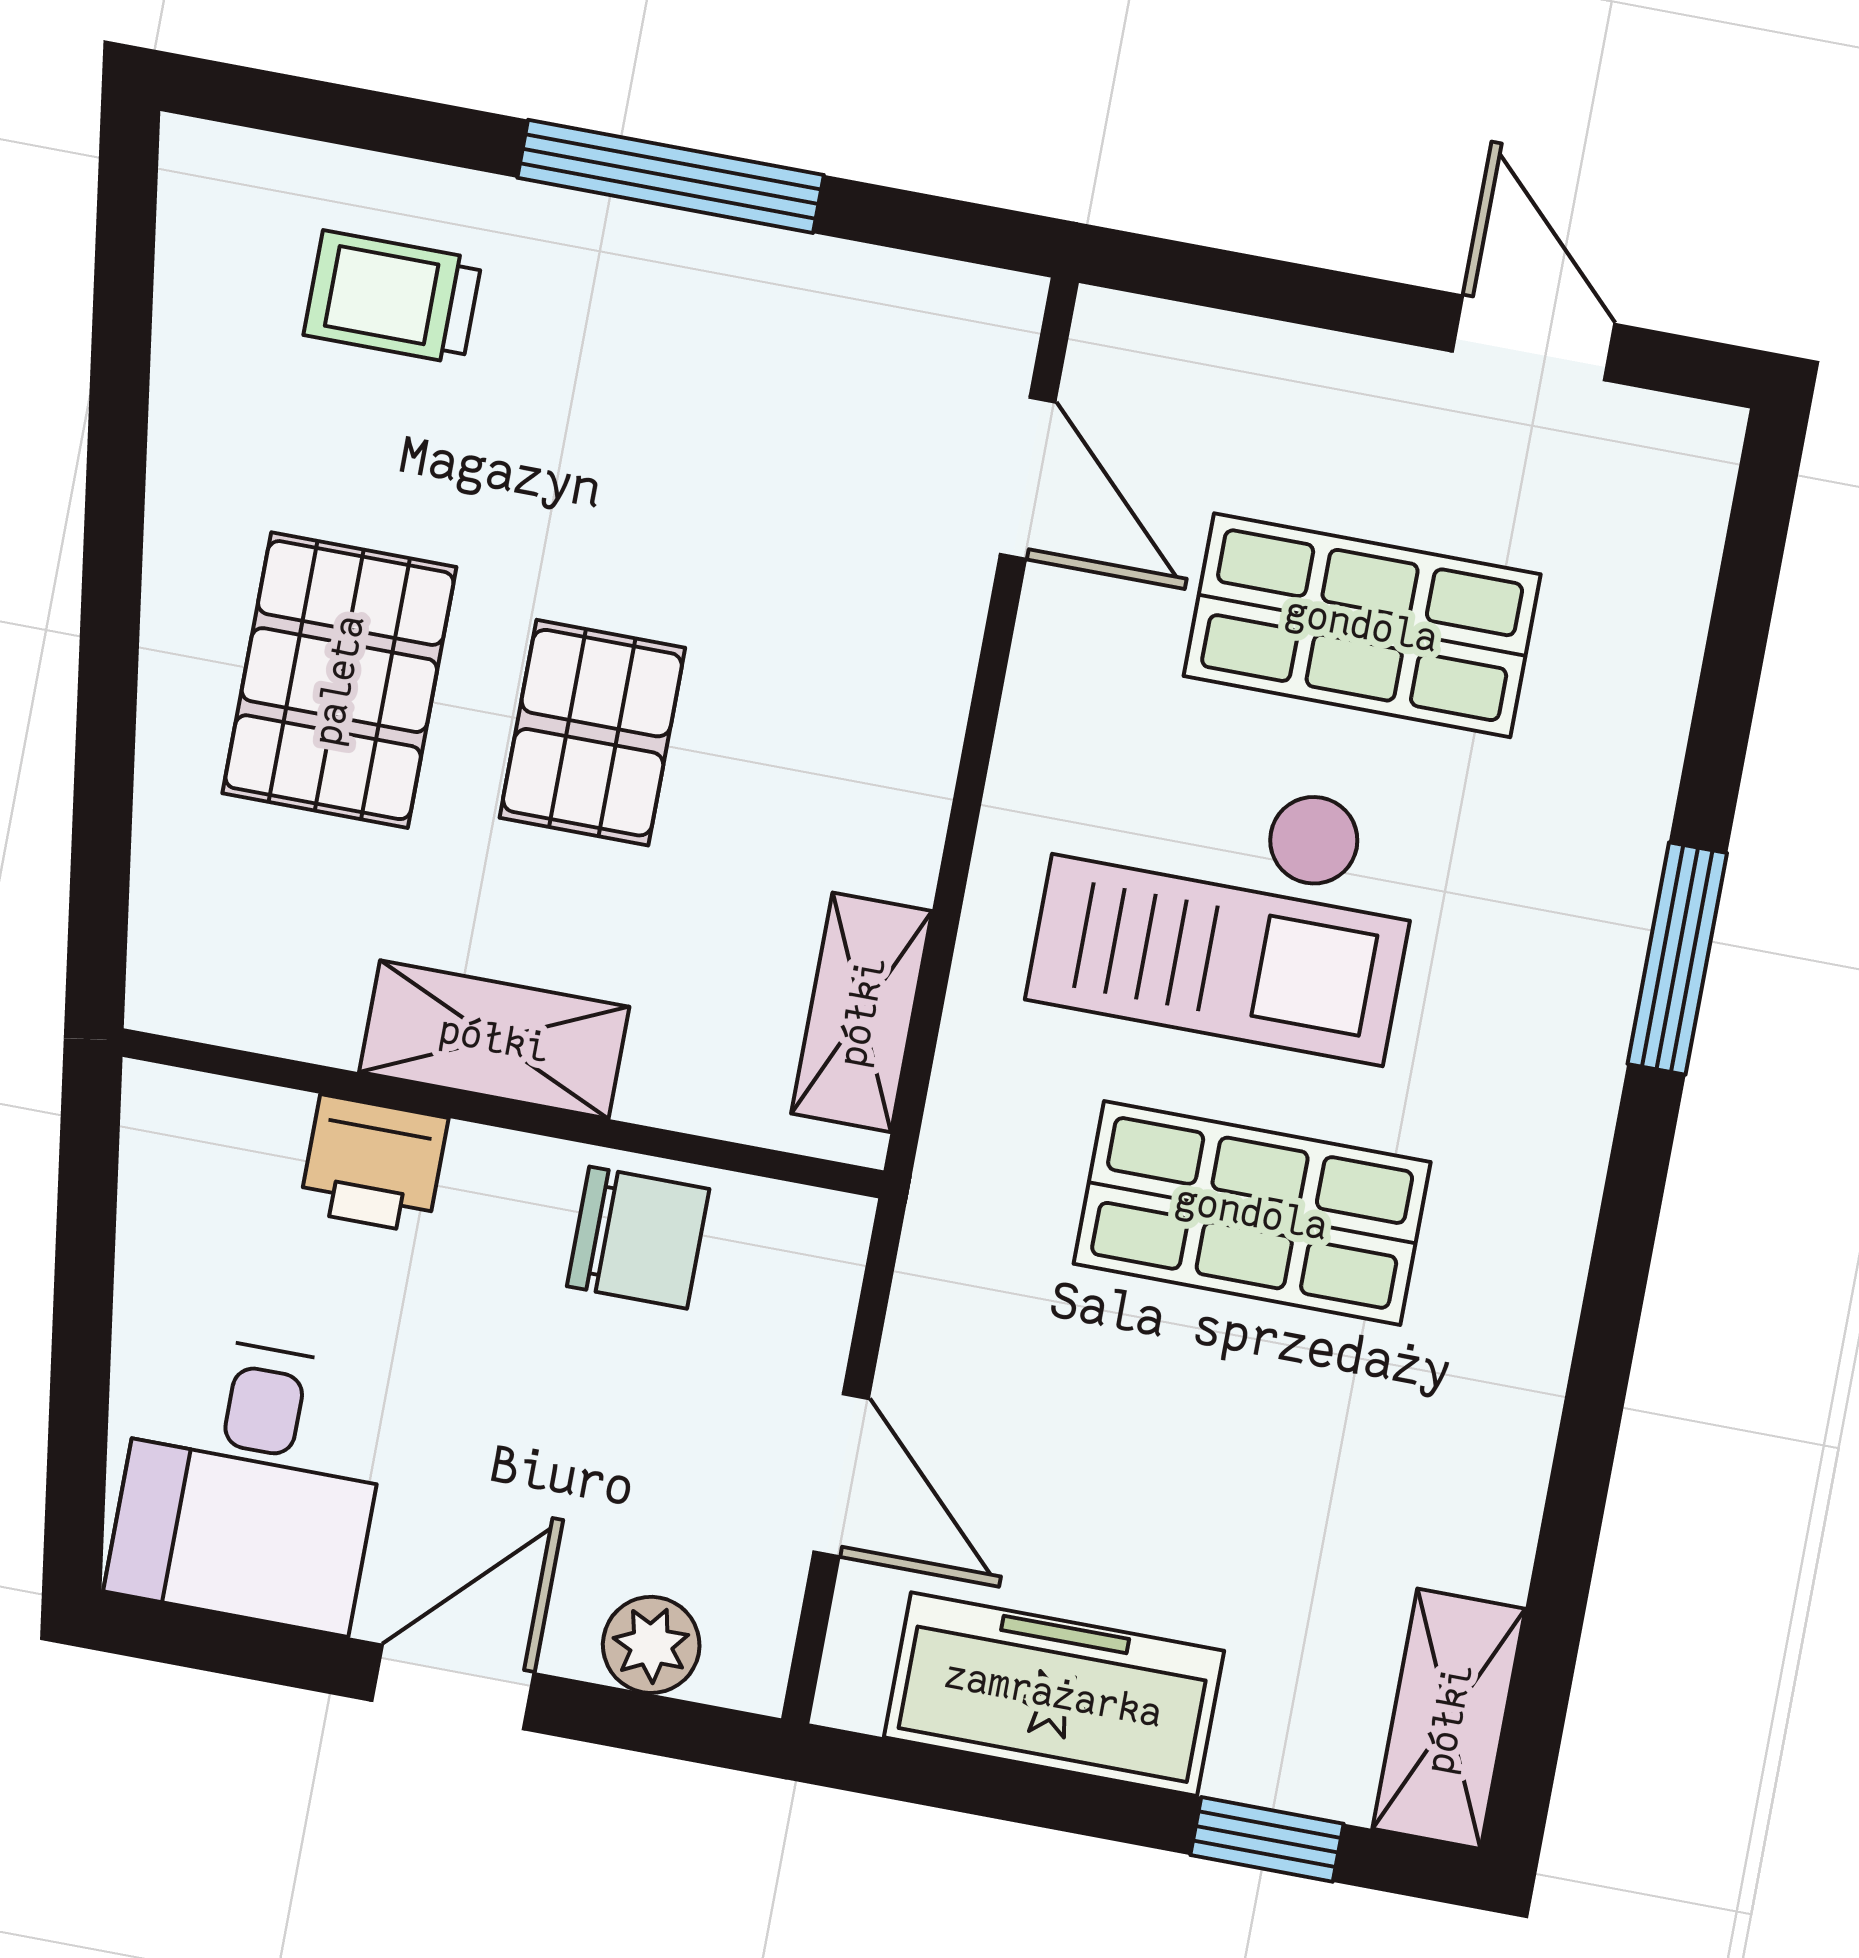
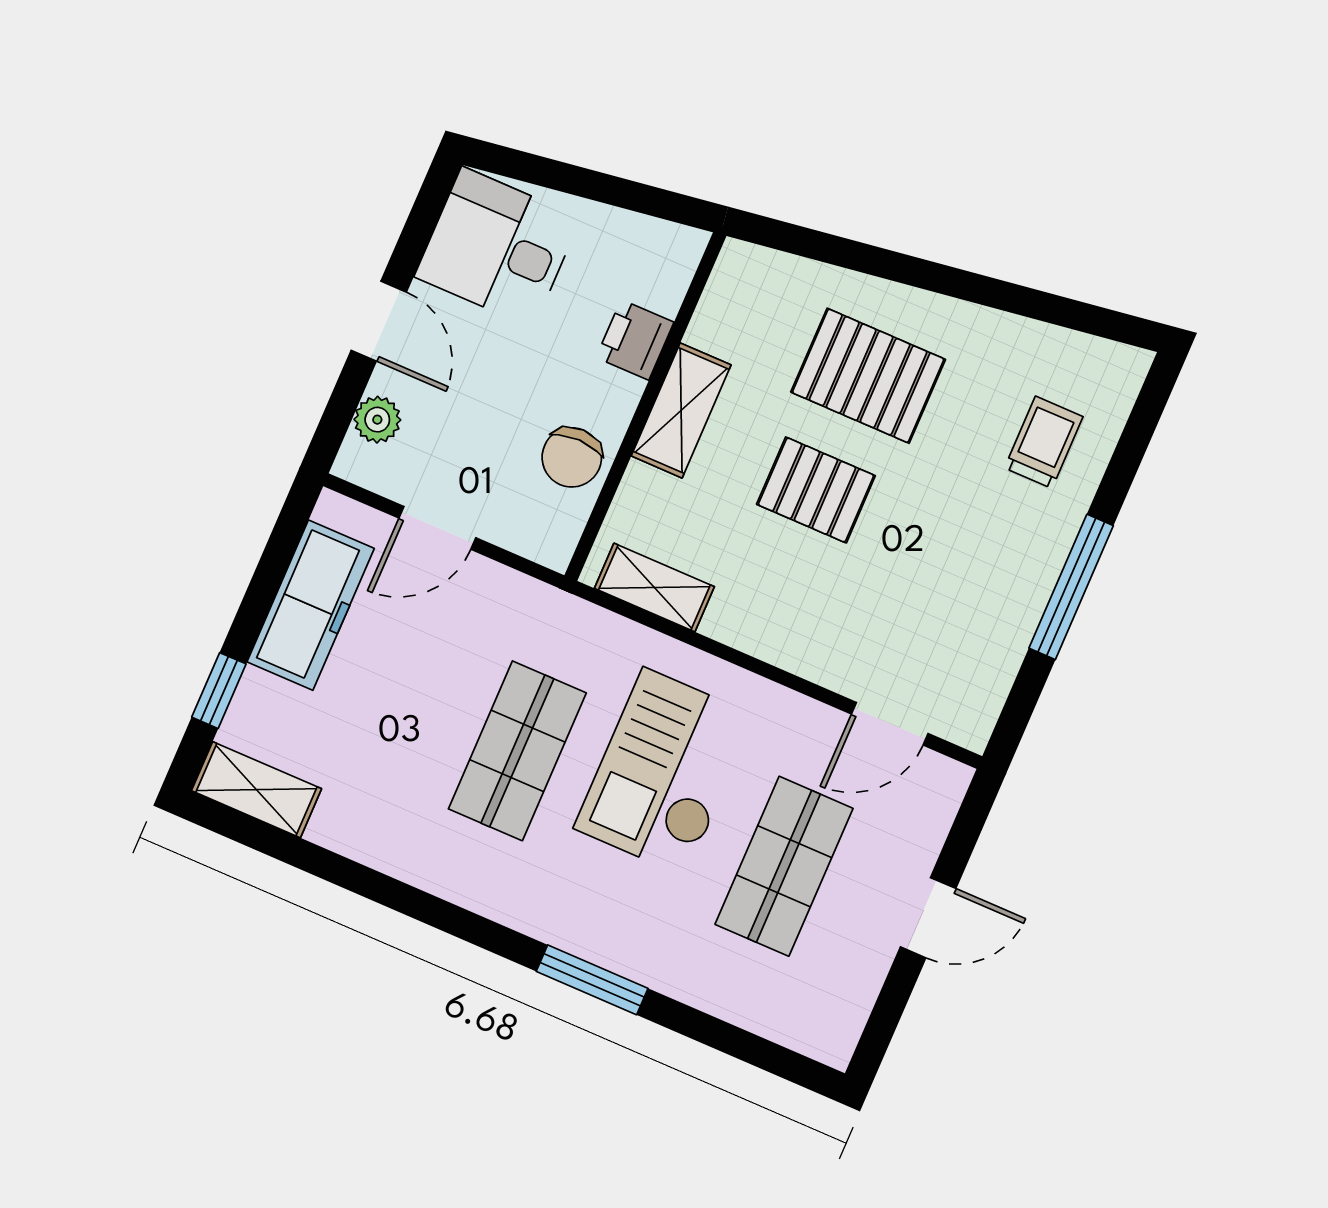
door: (1534, 338) -> (928, 918), moved

